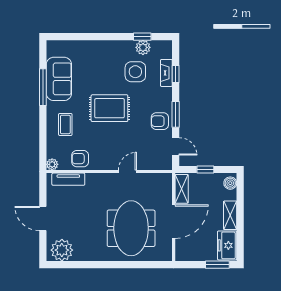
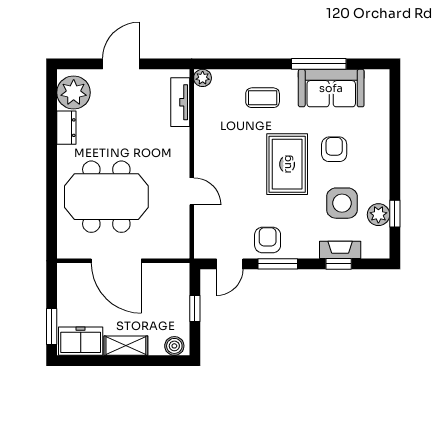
armchair: (80, 159) -> (334, 149), moved
shelving: (182, 189) -> (166, 273), removed
dresser: (85, 255) -> (66, 128), added

